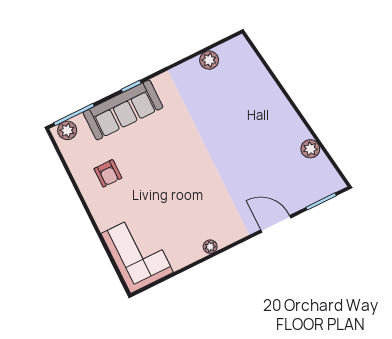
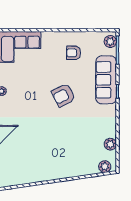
plant: (310, 149) -> (105, 167), moved
armchair: (174, 158) -> (63, 95), added

